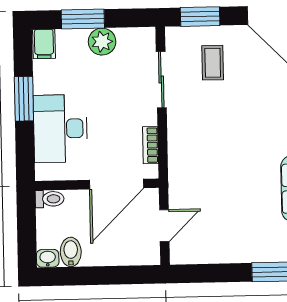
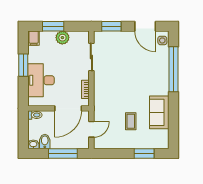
coffee table: (213, 63) -> (131, 121), moved
window: (108, 275) -> (63, 153), added

